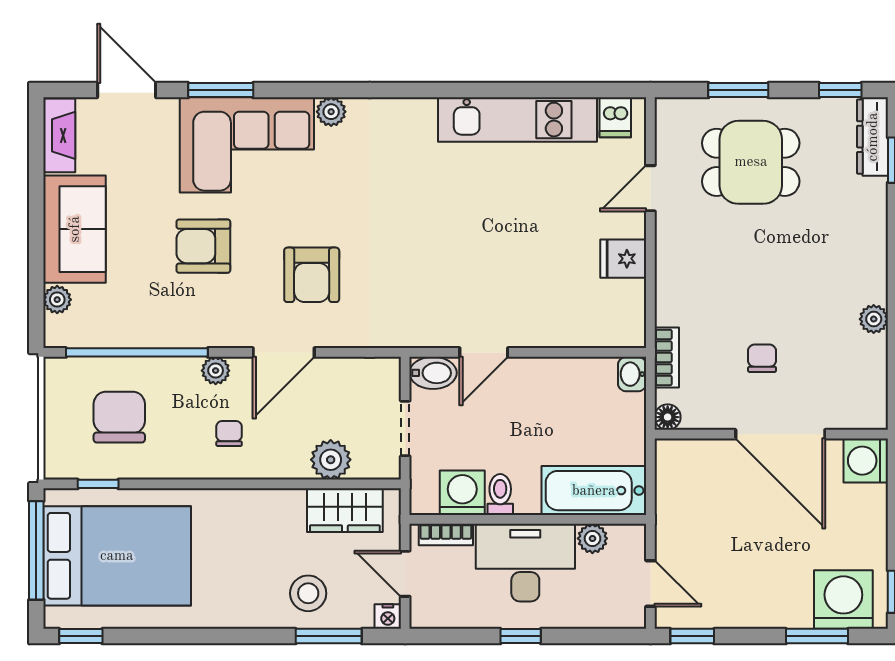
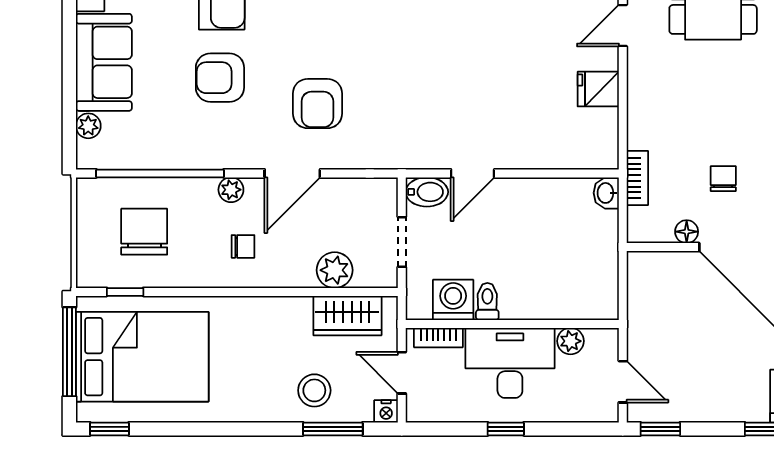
floor lamp: (668, 417) -> (687, 232), moved
chair: (229, 433) -> (243, 246), turned 90
bathtub: (594, 491) -> (572, 298), removed

